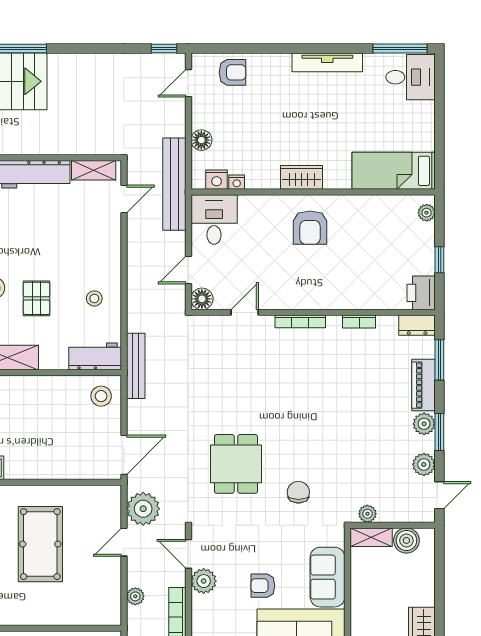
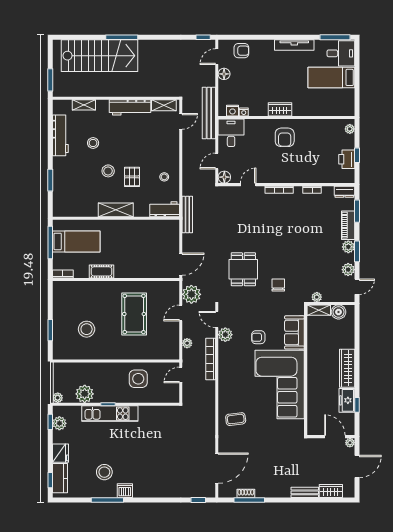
floor lamp: (201, 140) -> (224, 74), moved
bed: (394, 171) -> (331, 77), moved
printer: (421, 293) -> (347, 159), moved
stool: (101, 396) -> (168, 231), removed

